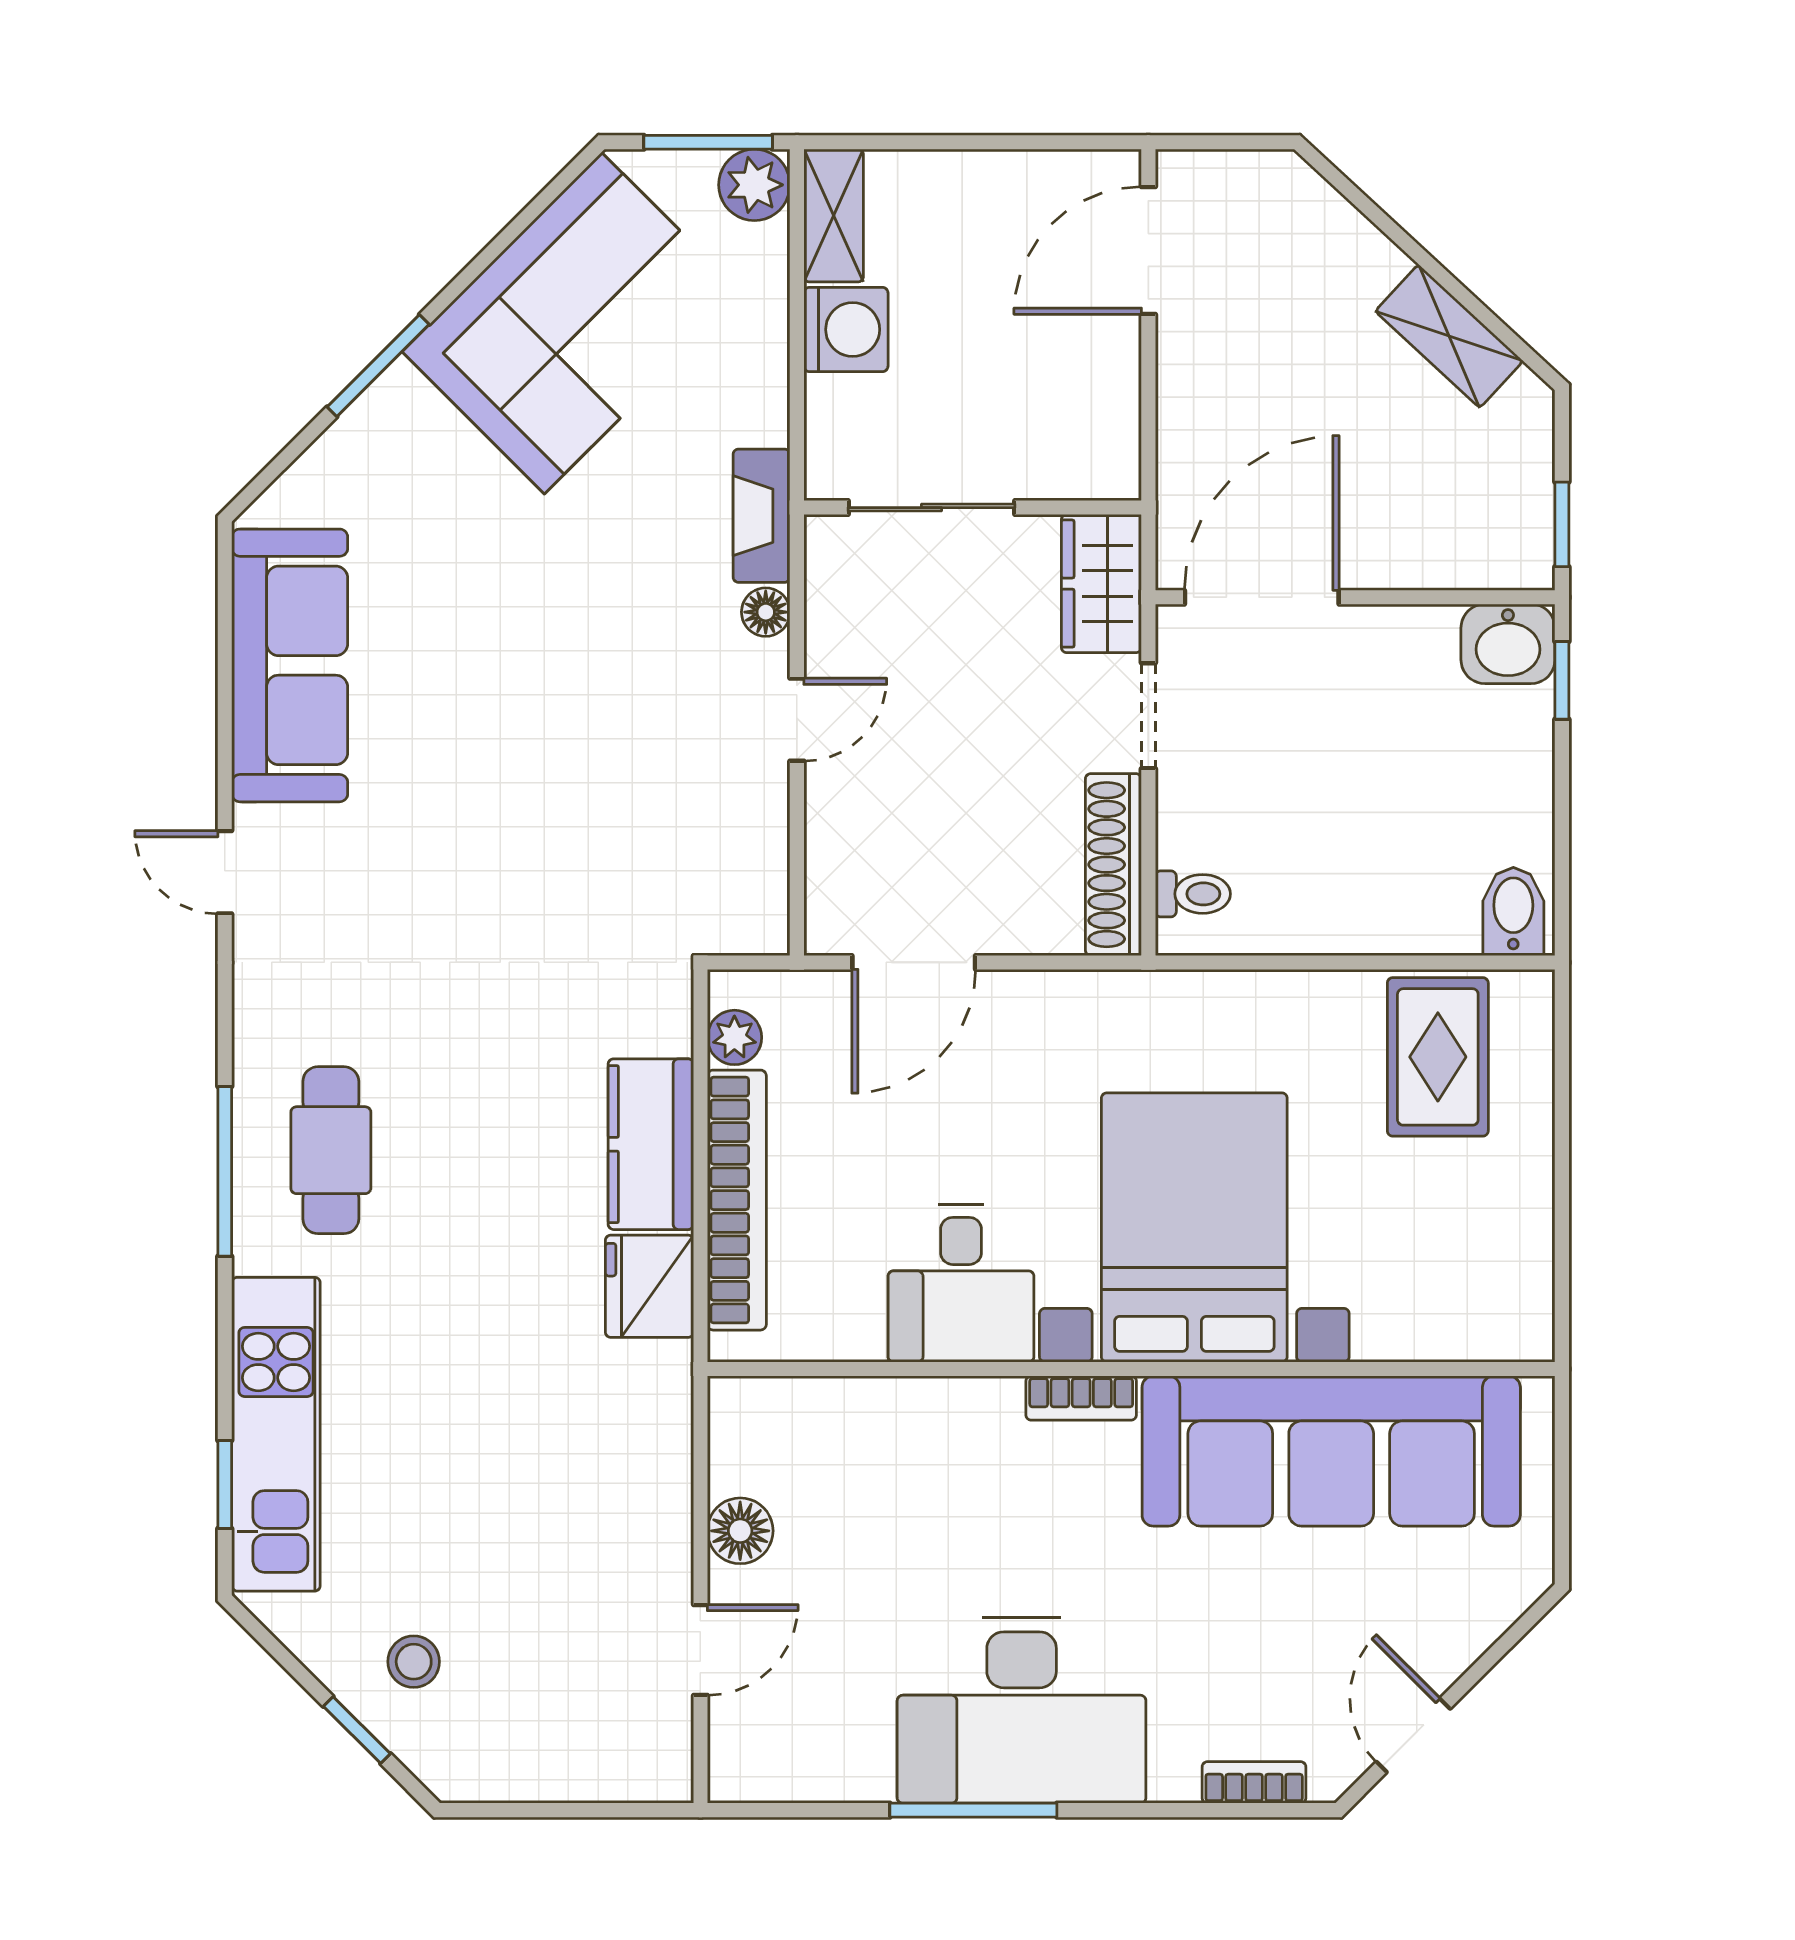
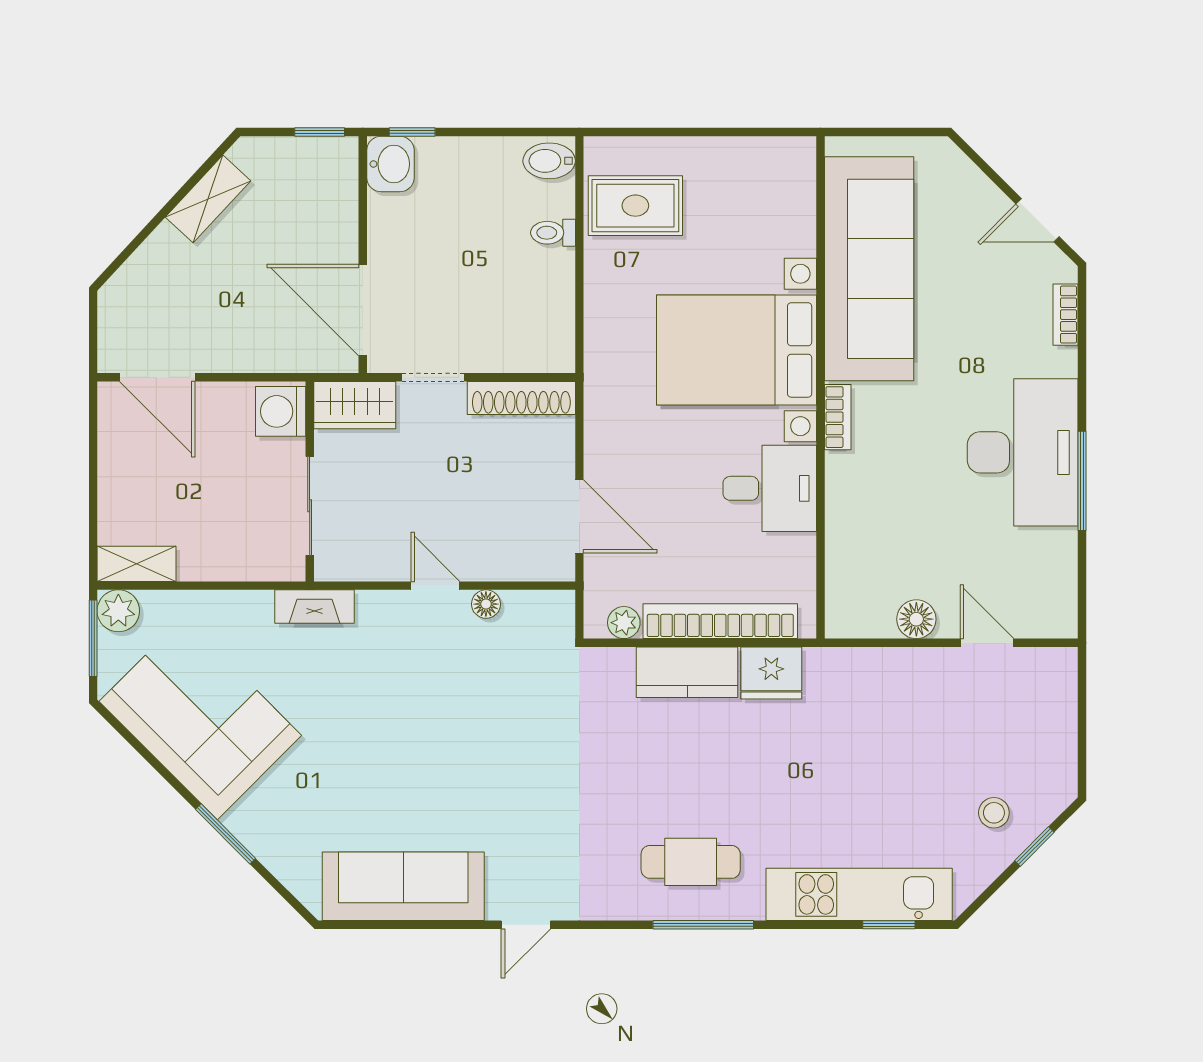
washing machine: (846, 330) -> (281, 411), moved, turned -90
floor lamp: (766, 612) -> (486, 604), moved
toilet: (1193, 894) -> (553, 233), moved, turned -90

